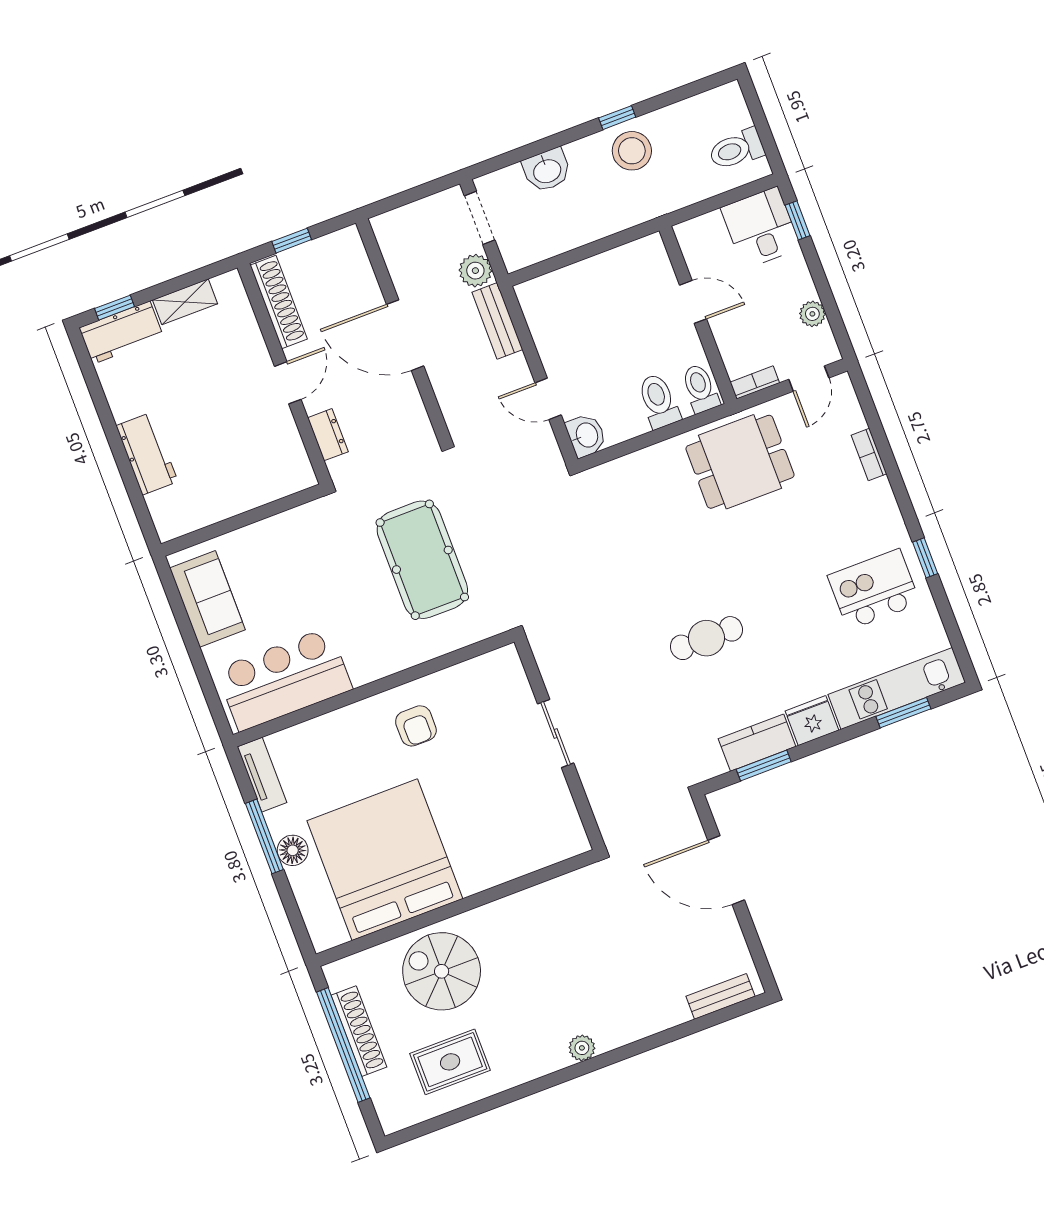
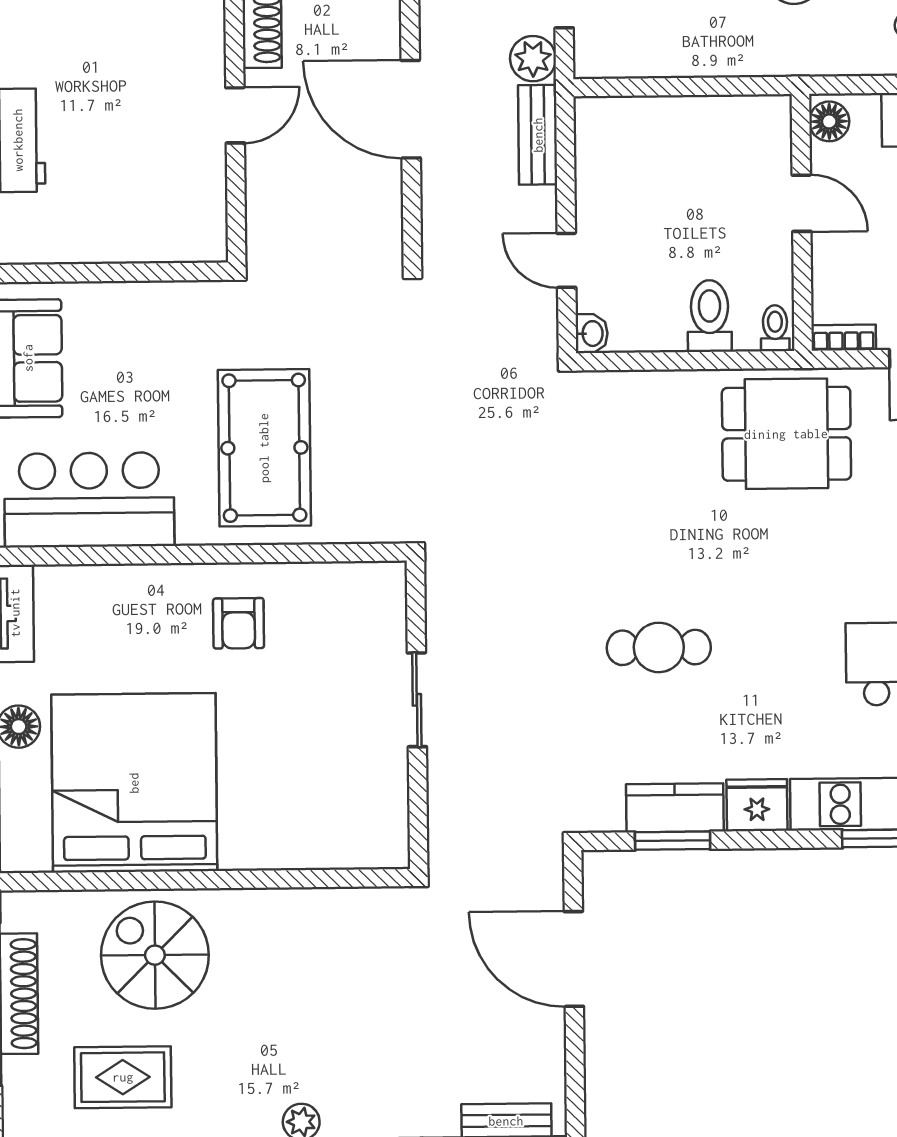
floor lamp: (692, 240) -> (829, 121), added
toilet: (700, 388) -> (775, 328), width x0.73, depth x0.72
dresser: (328, 435) -> (263, 202), removed
washbasin: (586, 435) -> (592, 334), width x0.72, depth x0.69
pool table: (422, 560) -> (264, 448), moved

